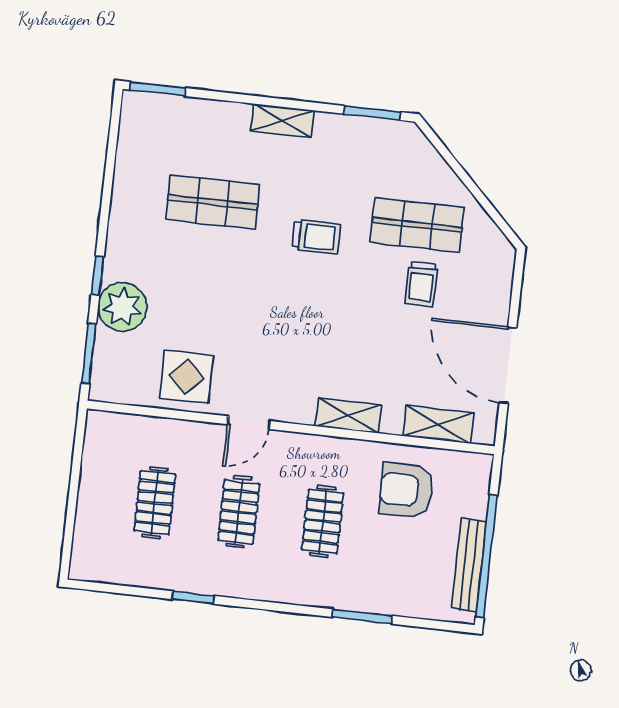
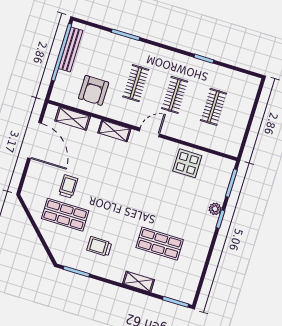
shelving: (282, 121) -> (138, 282), moved
trolley: (316, 237) -> (99, 246), moved
plant: (122, 307) -> (215, 209), width x0.53, depth x0.53
door: (249, 423) -> (149, 132), moved
armchair: (406, 490) -> (94, 90), turned 90

